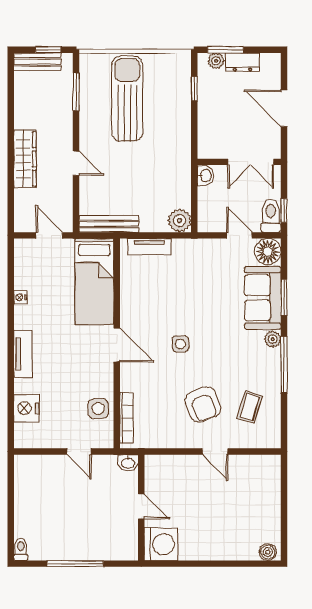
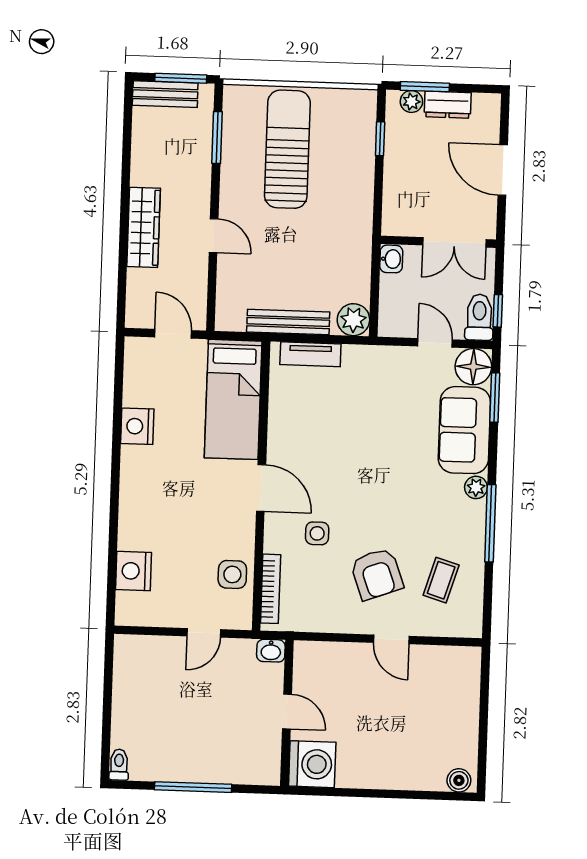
window: (48, 50) -> (181, 78), width x1.50
bench: (109, 224) -> (288, 322), moved
nightstand: (20, 297) -> (137, 426), width x1.89, depth x1.79
window: (284, 297) -> (495, 398), moved
side table: (181, 344) -> (317, 533), moved
tv unit: (23, 354) -> (131, 496), removed
door: (79, 451) -> (204, 633), hinge flipped

